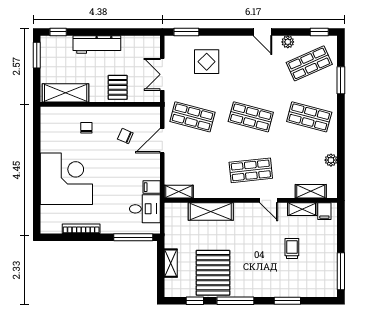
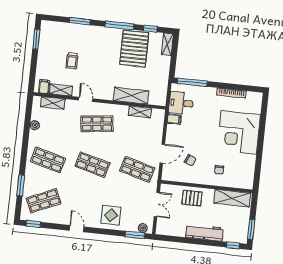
plant: (288, 42) -> (143, 228), moved
display table: (207, 62) -> (111, 215), moved
pallet: (118, 87) -> (192, 198), turned 90
shelving: (179, 192) -> (140, 112), moved
shelving: (171, 263) -> (167, 44), moved
window: (341, 271) -> (36, 39), width x0.69

